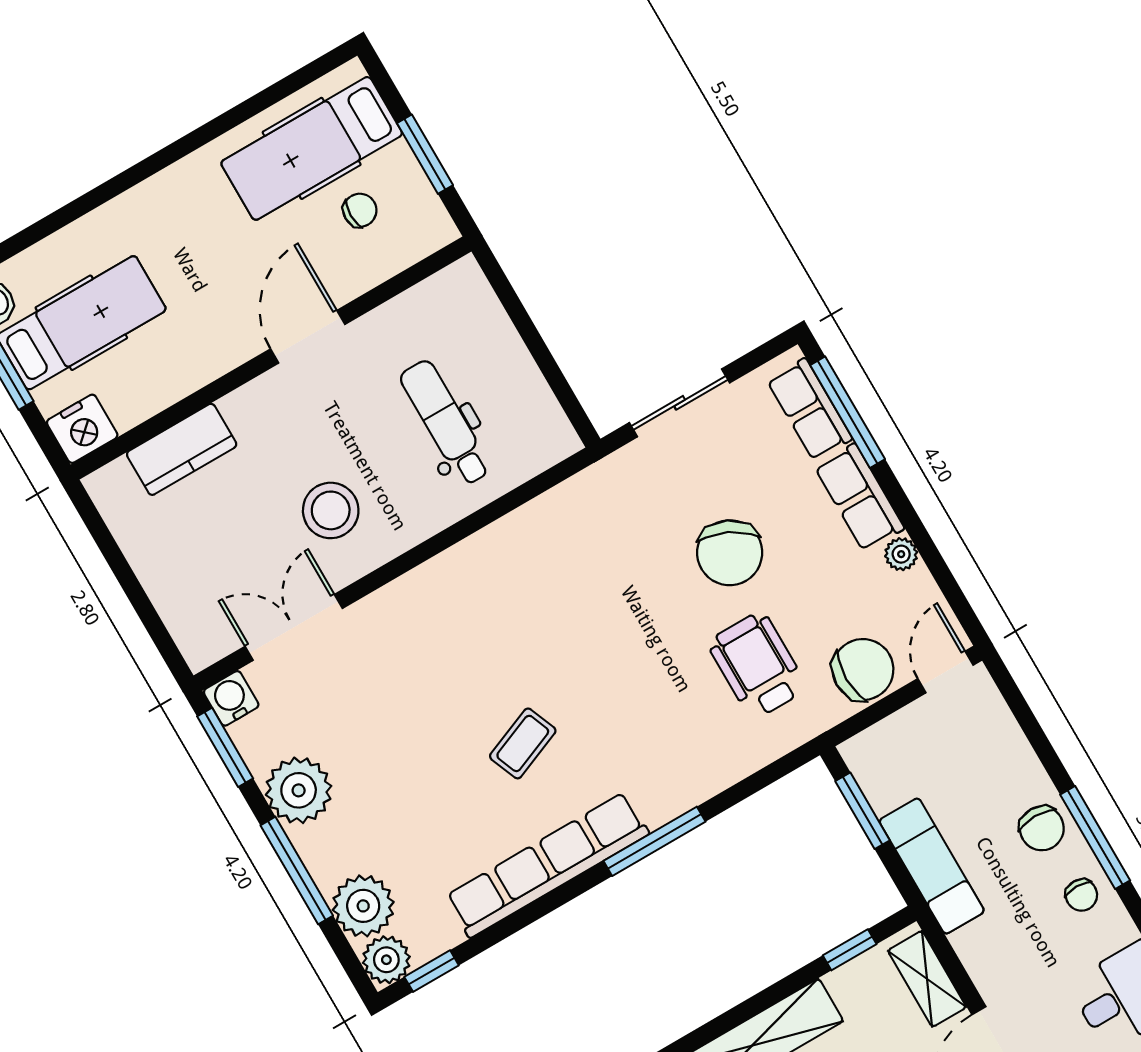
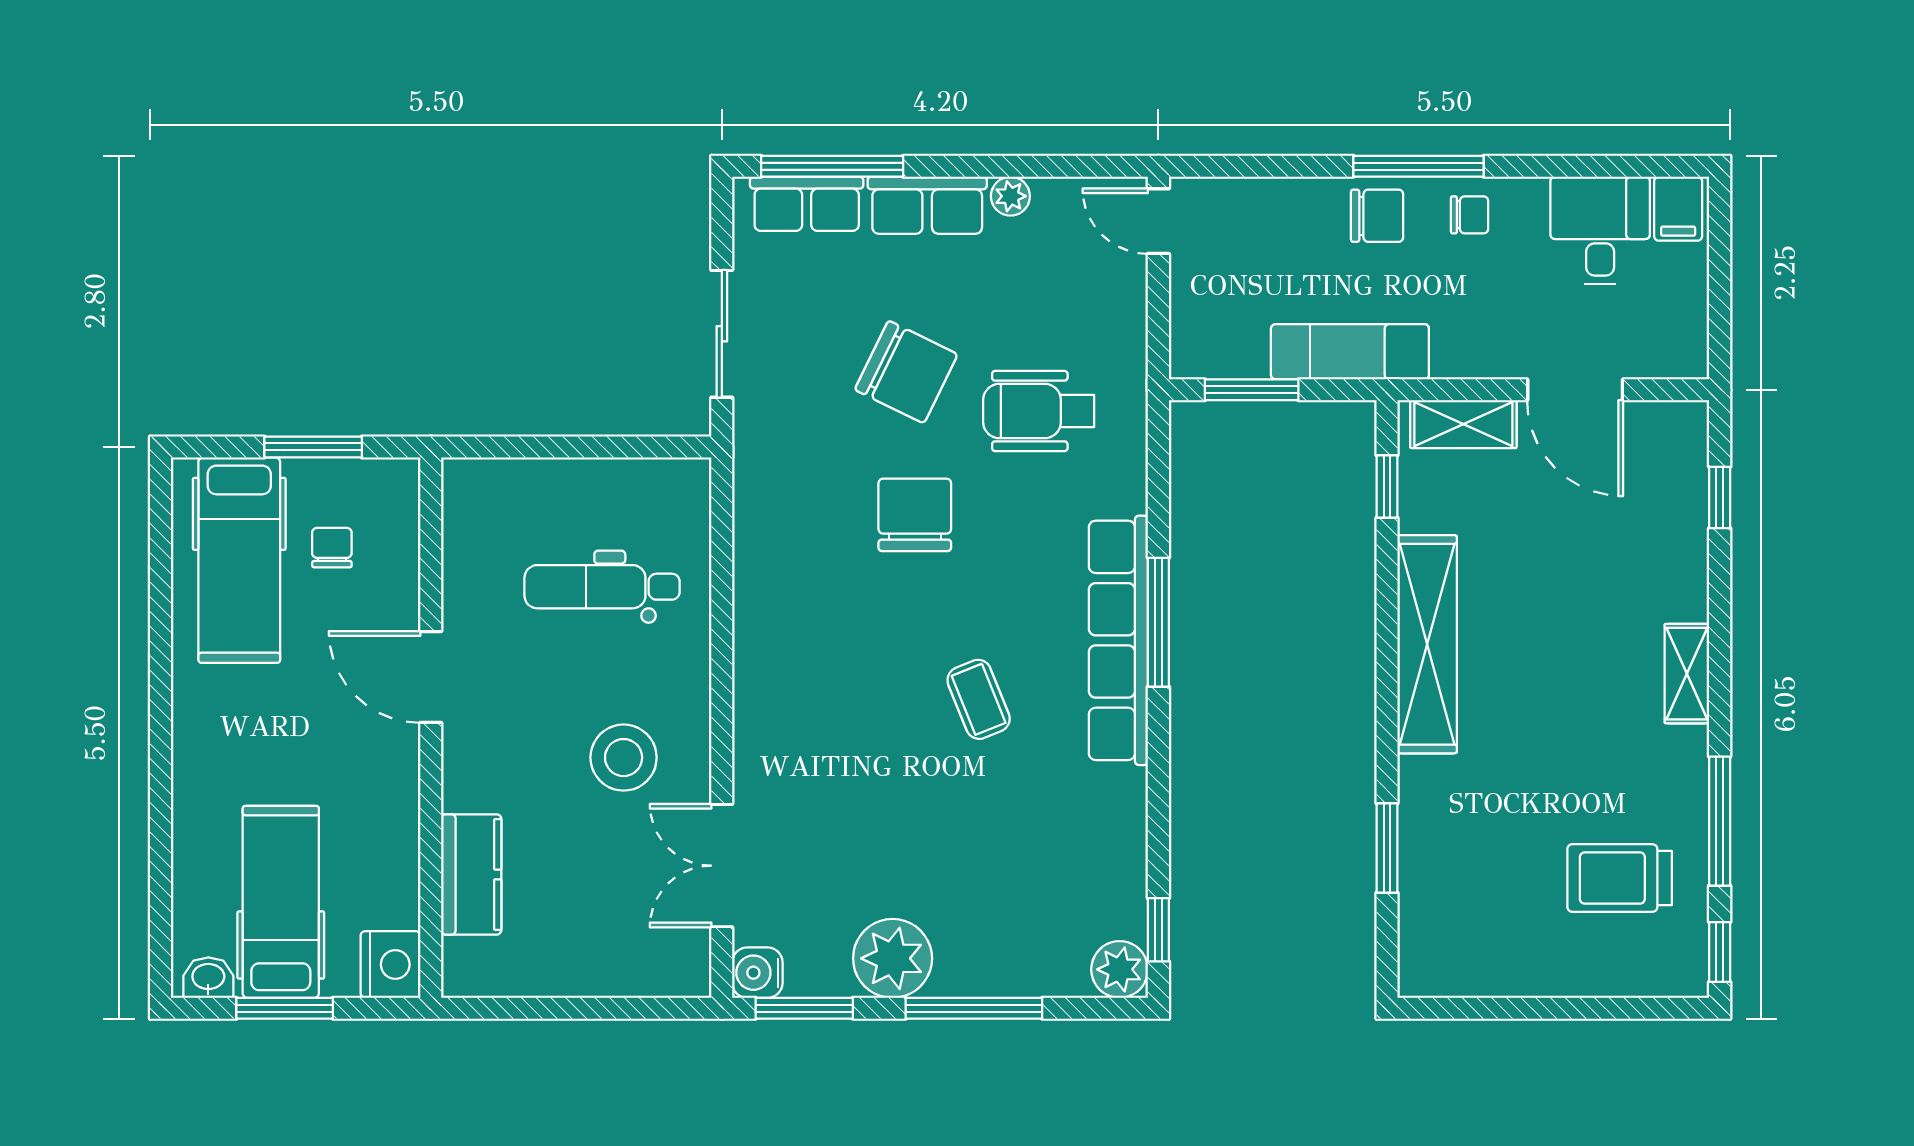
chair: (863, 669) -> (915, 515), moved
row of seats: (547, 865) -> (1118, 640), moved
plant: (363, 906) -> (1050, 961), removed

